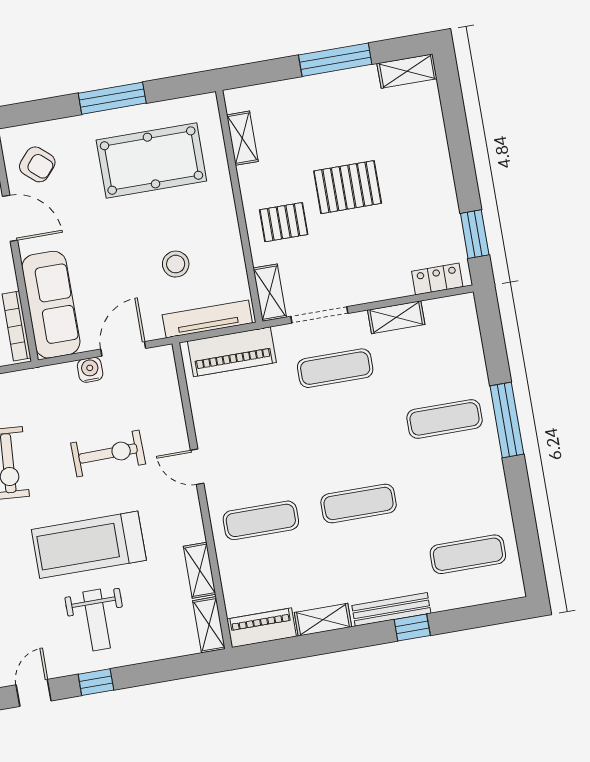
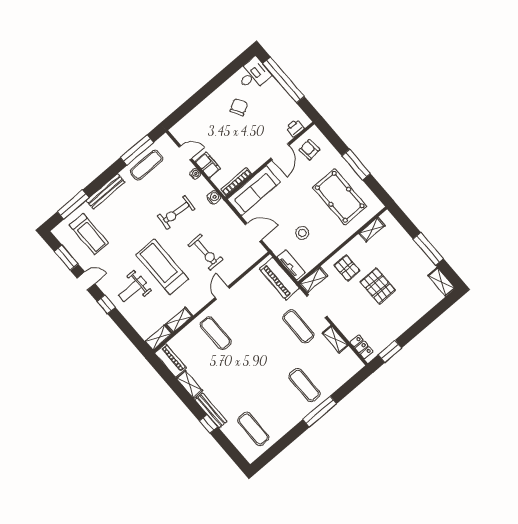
armchair: (37, 164) -> (309, 150), turned 133
tv unit: (207, 319) -> (291, 265), width x0.71
water cooler: (90, 370) -> (214, 197), moved
exercise mat: (359, 503) -> (247, 370), removed

